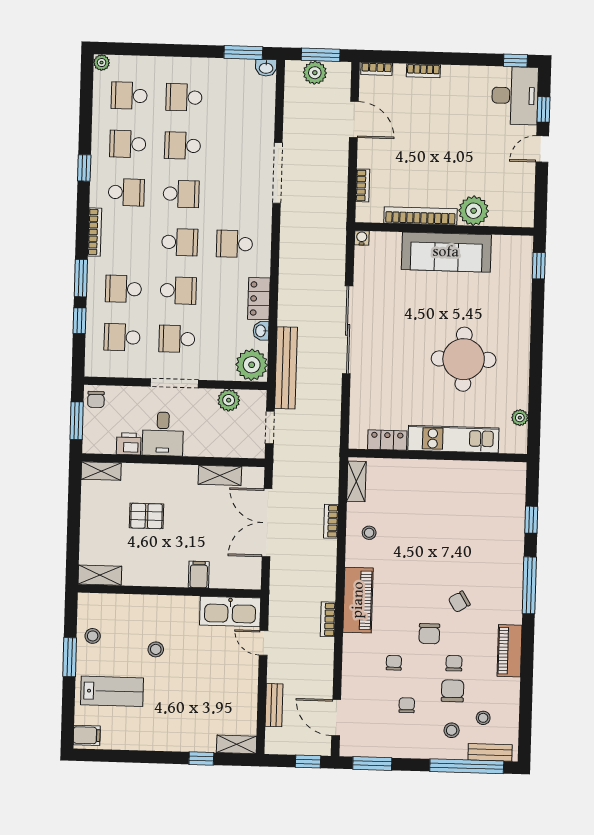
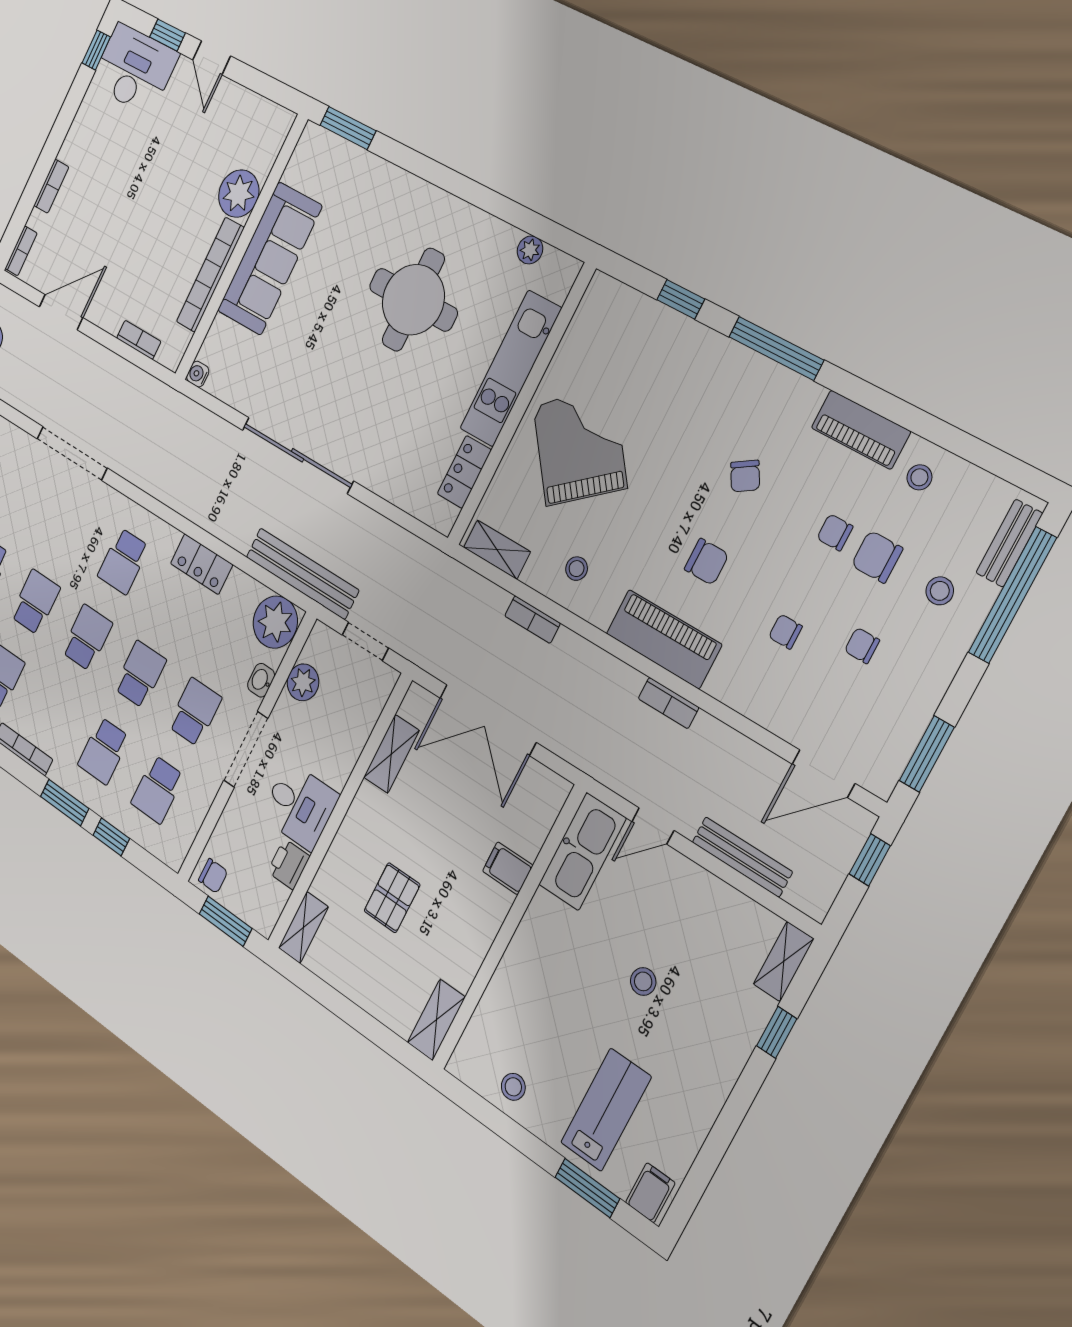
window: (539, 266) -> (348, 128), width x1.50
washbasin: (261, 331) -> (261, 680), moved, turned 90
school desk: (177, 339) -> (195, 712), turned 180
grand piano: (432, 501) -> (580, 446), added
chair: (429, 634) -> (706, 562), moved
stool: (156, 649) -> (643, 981), moved
window: (70, 657) -> (587, 1188), moved
bench: (274, 705) -> (742, 857), width x1.36
stool: (483, 718) -> (919, 477), moved

